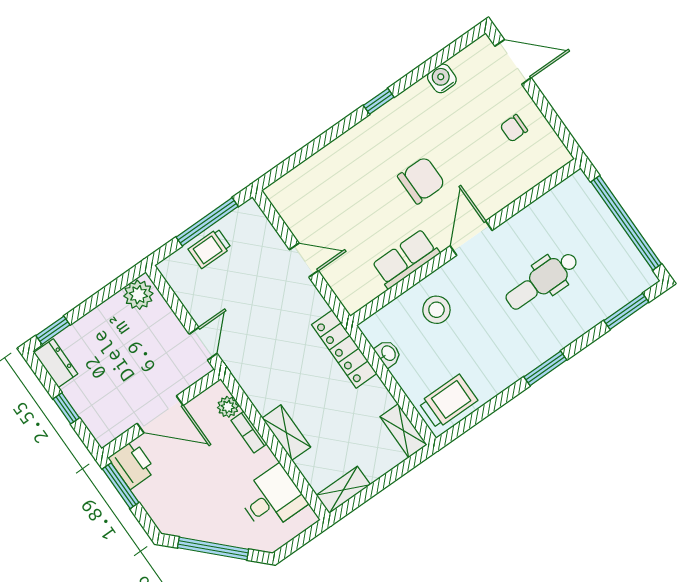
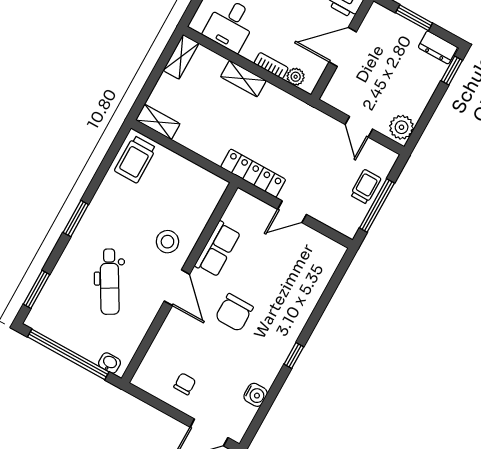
dental chair: (542, 281) -> (110, 282), turned 150
stool: (436, 310) -> (167, 242), moved
door: (203, 344) -> (359, 127), moved
locker: (344, 349) -> (253, 173), moved
washbasin: (388, 353) -> (109, 363), moved, turned 180
window: (66, 408) -> (414, 18), width x1.50

